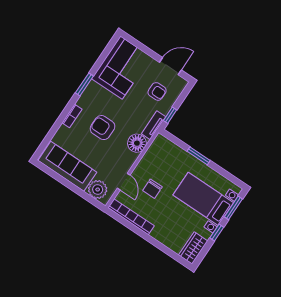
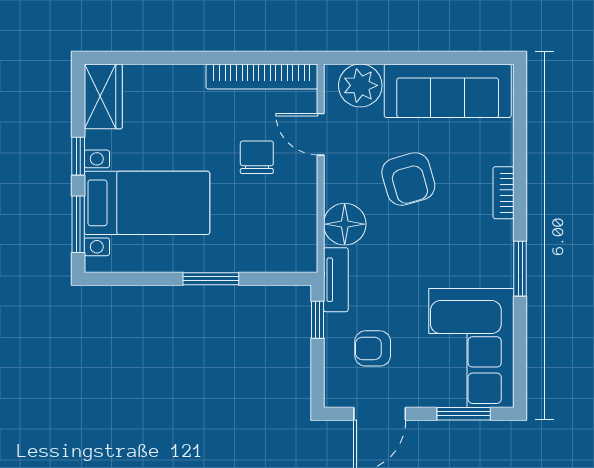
window: (140, 46) -> (464, 414), added
armchair: (103, 128) -> (408, 179), moved, turned 74

